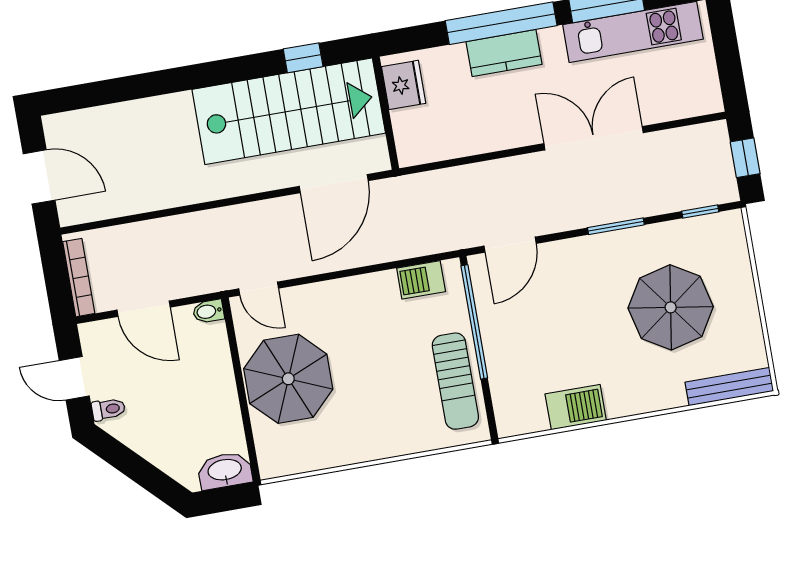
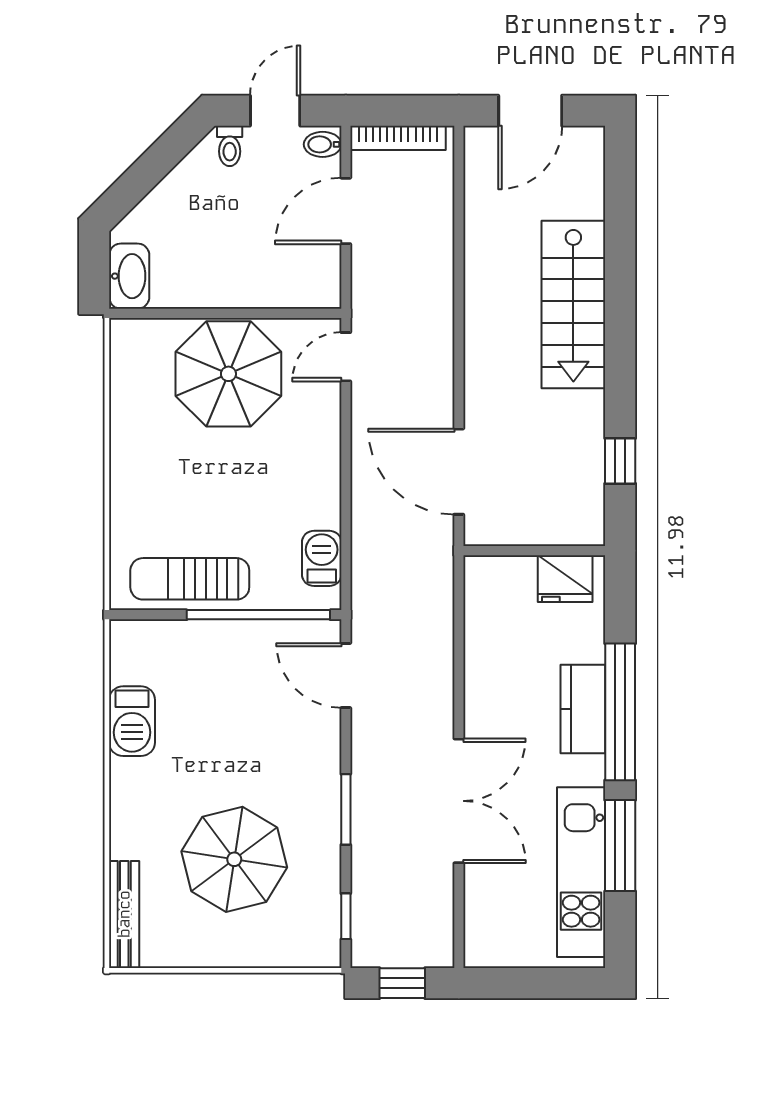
stairs: (289, 111) -> (573, 305), moved, width x0.73, depth x0.66
bidet: (208, 311) -> (323, 144), moved, turned -90

